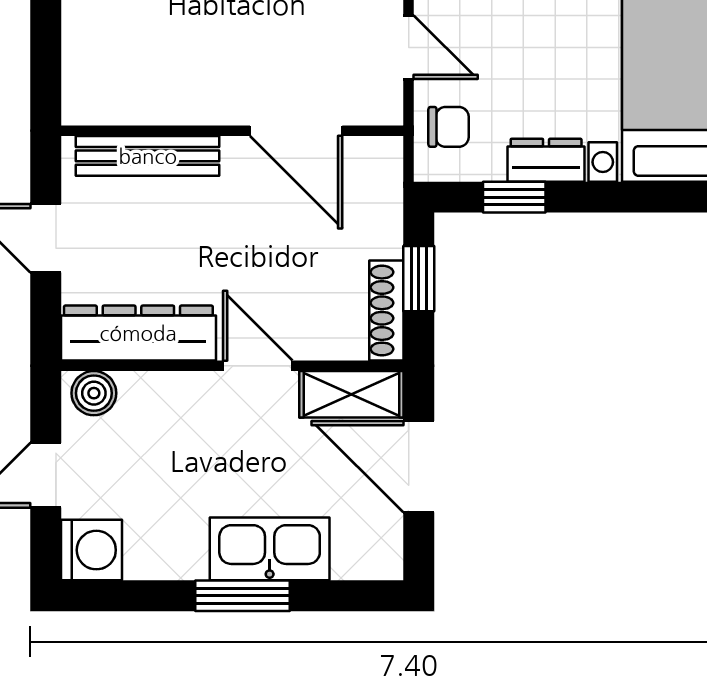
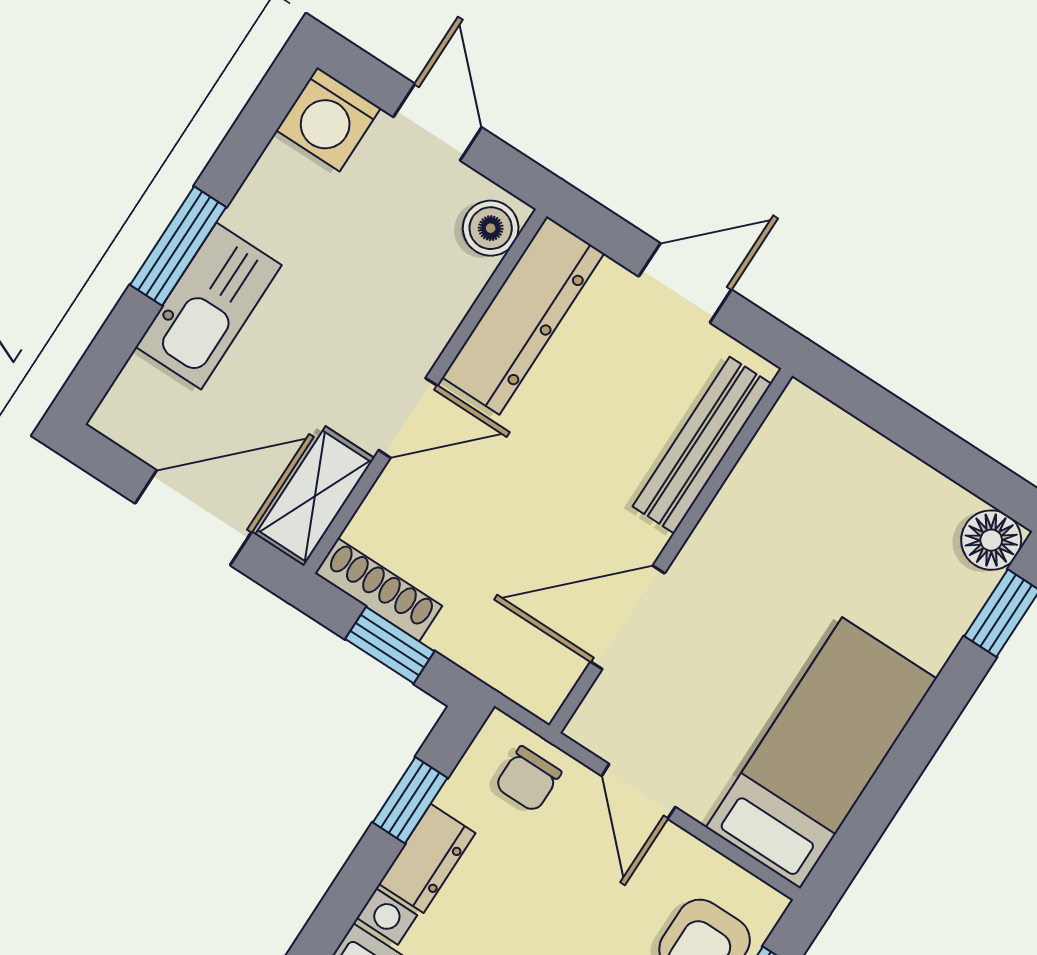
door: (409, 47) -> (638, 791), hinge flipped

